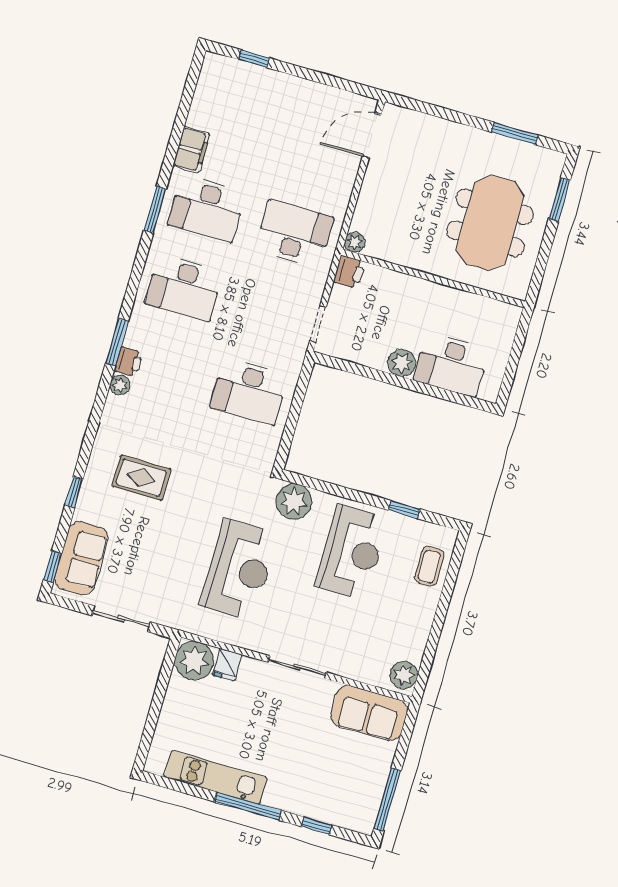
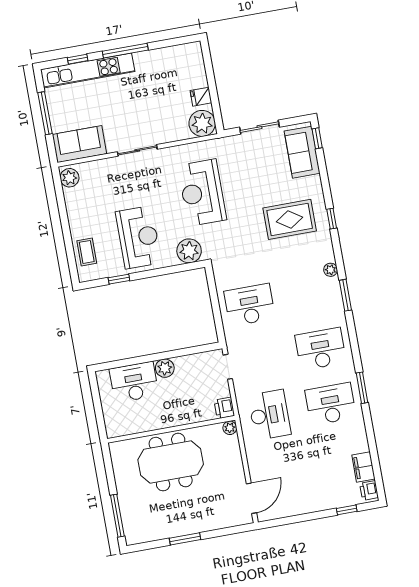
window: (514, 133) -> (185, 539), moved
filing cabinet: (191, 150) -> (363, 467), moved
window: (560, 199) -> (117, 516), width x1.44
meeting table: (490, 223) -> (171, 462), moved, turned 90
desk: (294, 234) -> (269, 415), turned -90
printer: (129, 362) -> (369, 491), moved
rug: (141, 478) -> (290, 219), width x1.36, depth x1.43
window: (74, 492) -> (332, 219), moved
reception desk: (352, 552) -> (138, 237), turned 180
fridge: (227, 665) -> (201, 97), moved, turned -90
kitchen unit: (216, 777) -> (88, 70), moved, width x1.36
window: (388, 799) -> (45, 113), moved

